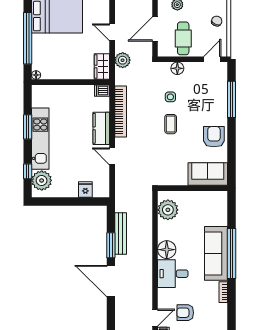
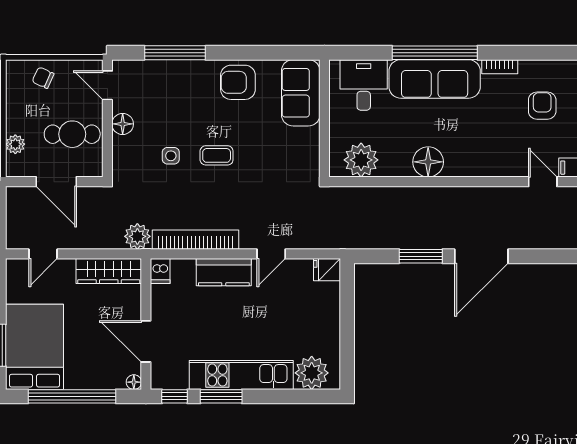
door: (112, 32) -> (43, 254), moved
plant: (123, 60) -> (137, 236), moved
wardrobe: (102, 67) -> (109, 271), width x1.50
floor lamp: (177, 68) -> (123, 124), moved
door: (60, 82) -> (146, 341), added
window: (28, 171) -> (175, 396), moved
fridge: (85, 190) -> (327, 270), moved
bench: (121, 233) -> (401, 240), removed
desk: (173, 274) -> (364, 85), moved, turned 180
armchair: (185, 313) -> (542, 106), moved, turned 180

